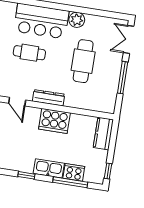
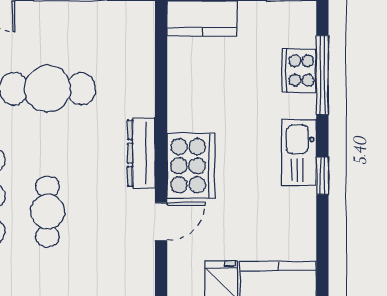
cooker: (54, 121) -> (191, 166), moved
kitchen sink: (49, 168) -> (299, 153), moved

